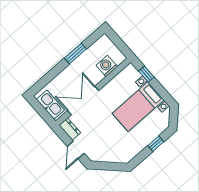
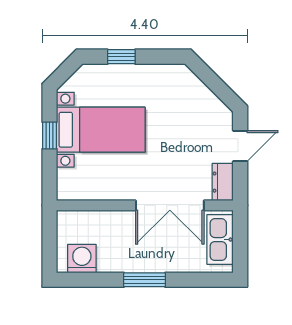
window: (75, 54) -> (144, 280), moved
washing machine: (107, 66) -> (82, 259), moved, turned 180
window: (146, 74) -> (50, 136), moved

